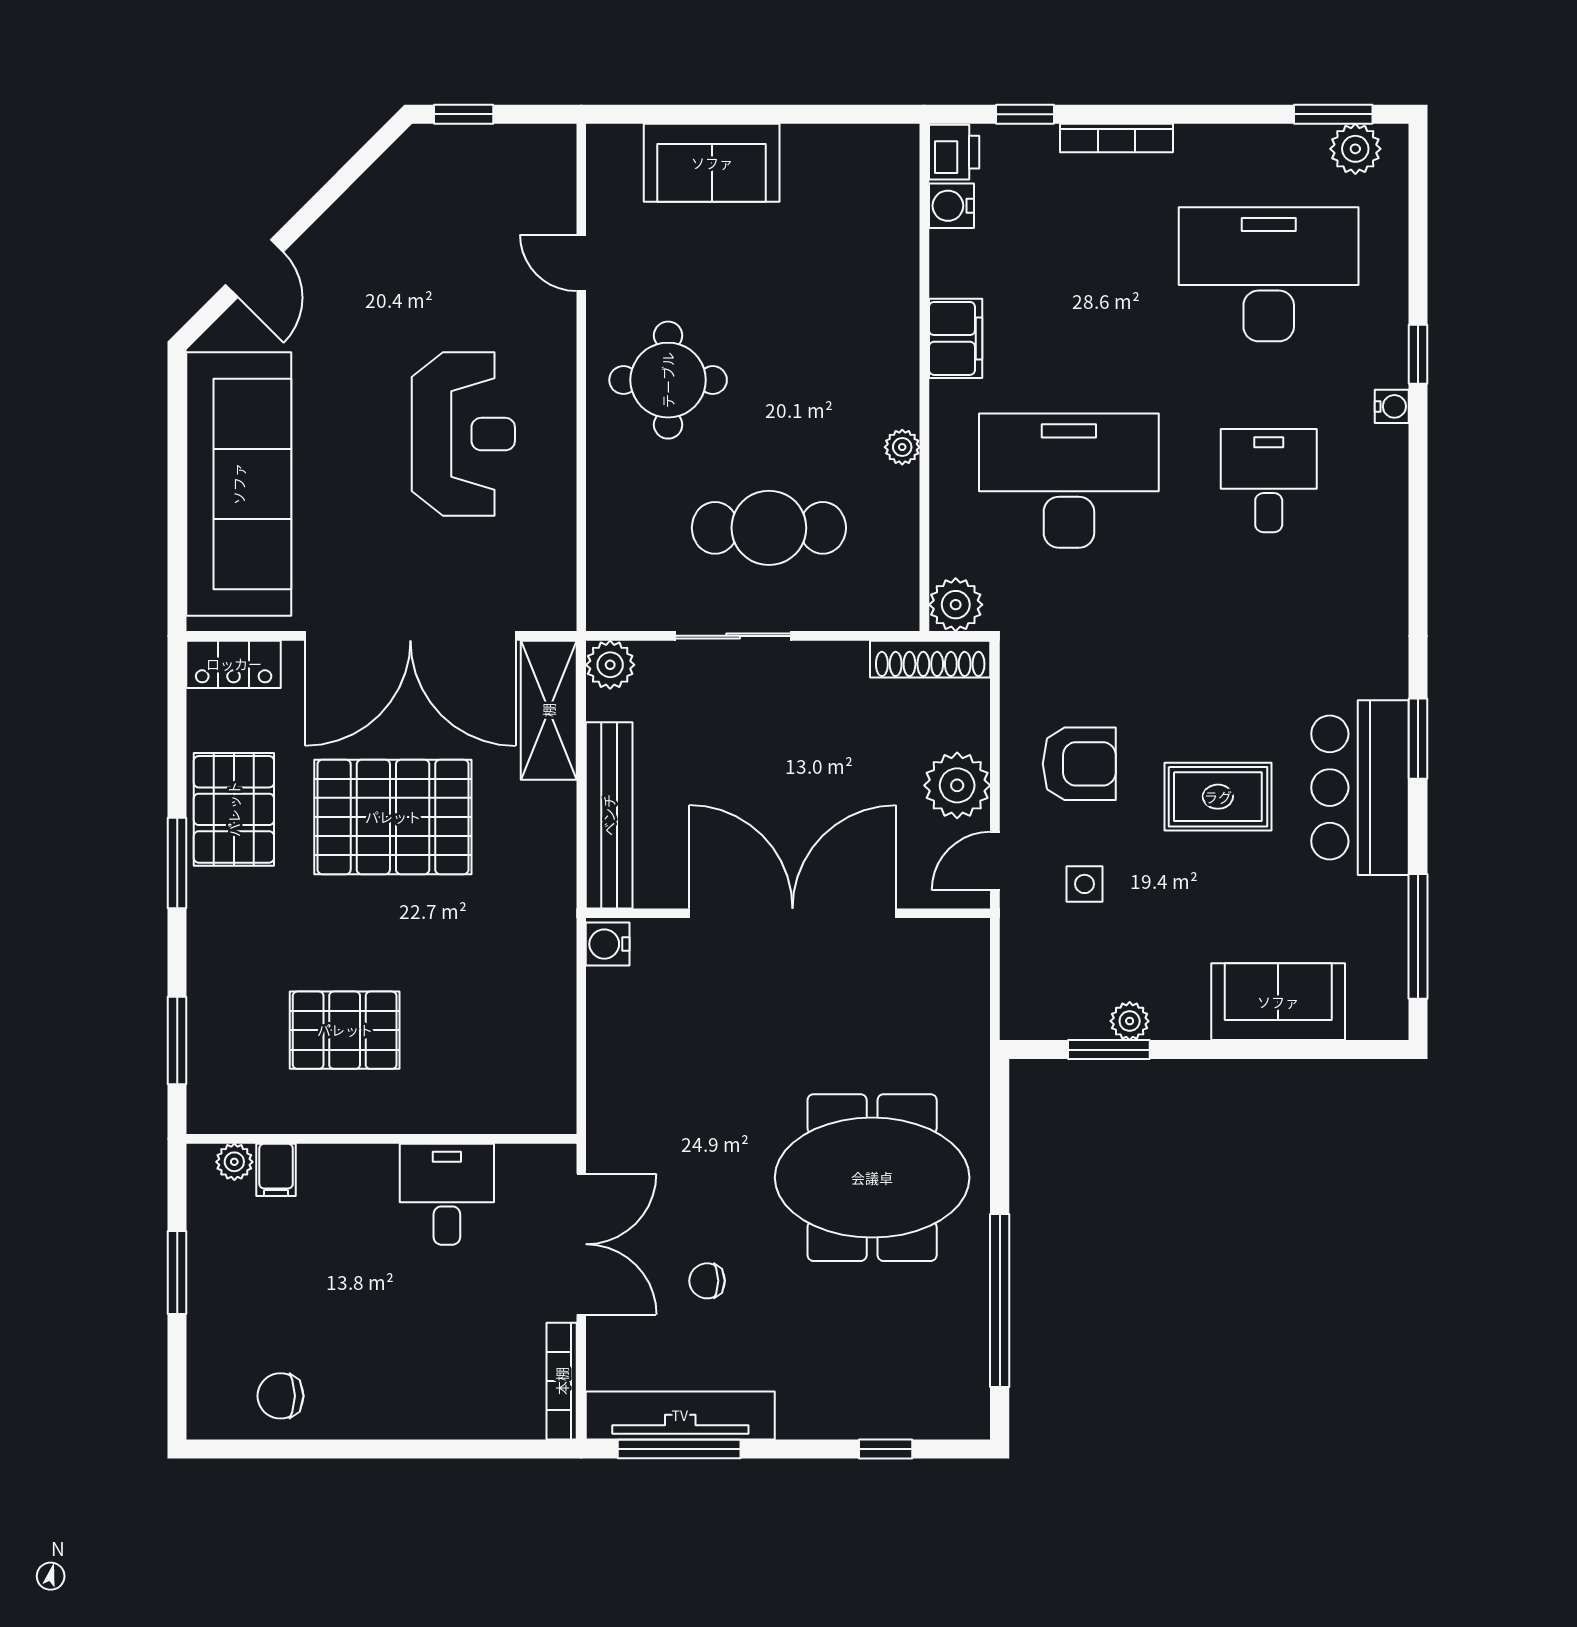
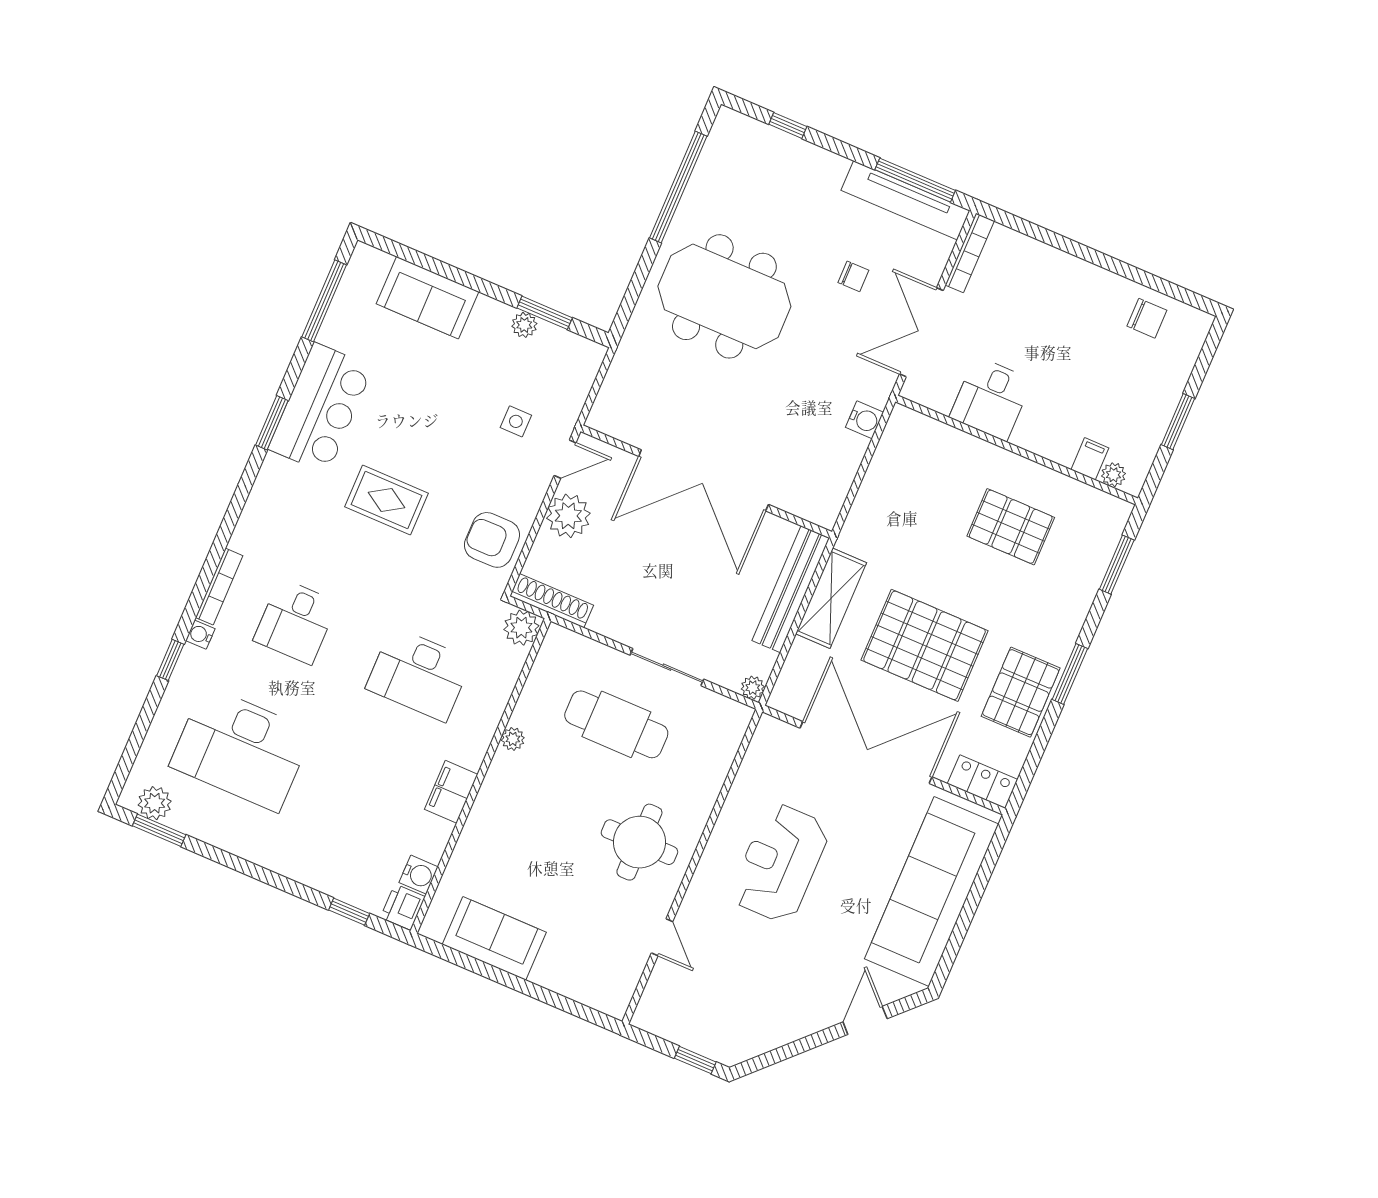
bookcase: (1116, 138) -> (219, 587), moved, turned 90
sofa: (712, 163) -> (494, 938), moved
desk: (1069, 481) -> (419, 674), width x0.73, depth x0.77
plant: (610, 665) -> (753, 688), width x0.73, depth x0.73
shelving: (549, 710) -> (831, 598), moved
armchair: (1079, 764) -> (492, 540), moved
rug: (1218, 797) -> (387, 500), moved
water cooler: (608, 944) -> (865, 420), moved

